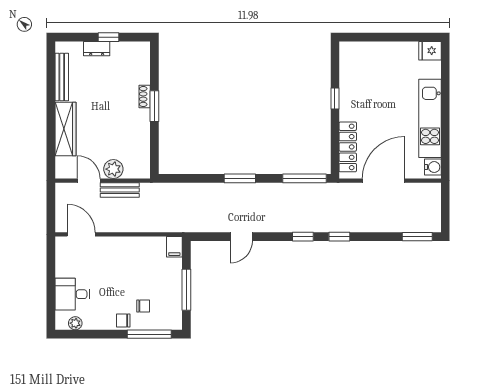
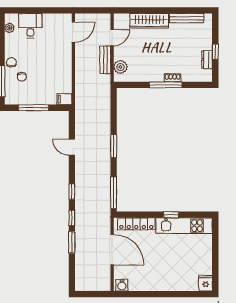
dresser: (97, 49) -> (207, 60), moved
window: (154, 106) -> (166, 85), width x1.44
kitchen unit: (430, 118) -> (184, 226), moved, turned 180
plant: (113, 169) -> (120, 67), moved
window: (417, 237) -> (72, 242), moved

